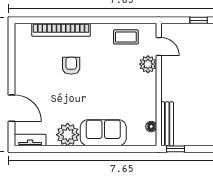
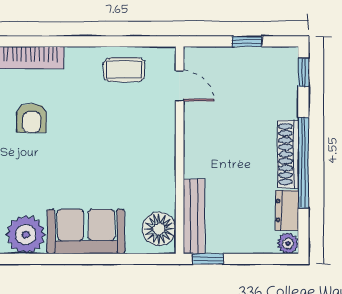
plant: (148, 64) -> (161, 116), removed
armchair: (71, 66) -> (32, 118), turned 180
floor lamp: (151, 127) -> (159, 229), width x1.89, depth x1.89

